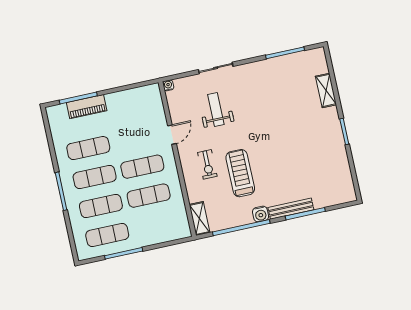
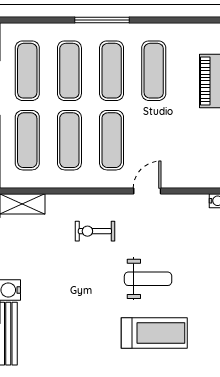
weight bench: (216, 110) -> (148, 279), moved
door: (172, 135) -> (147, 191), swing flipped
treadmill: (240, 173) -> (154, 333), moved
exercise mat: (155, 225) -> (27, 140), added

